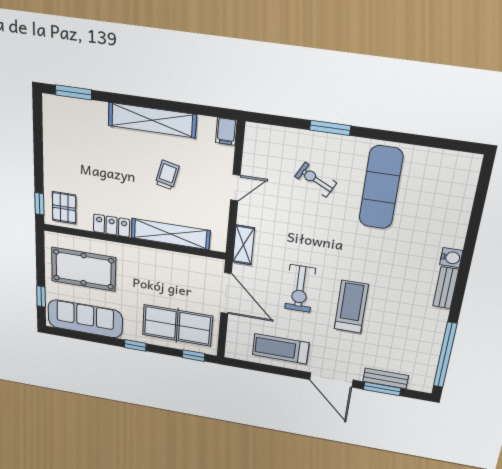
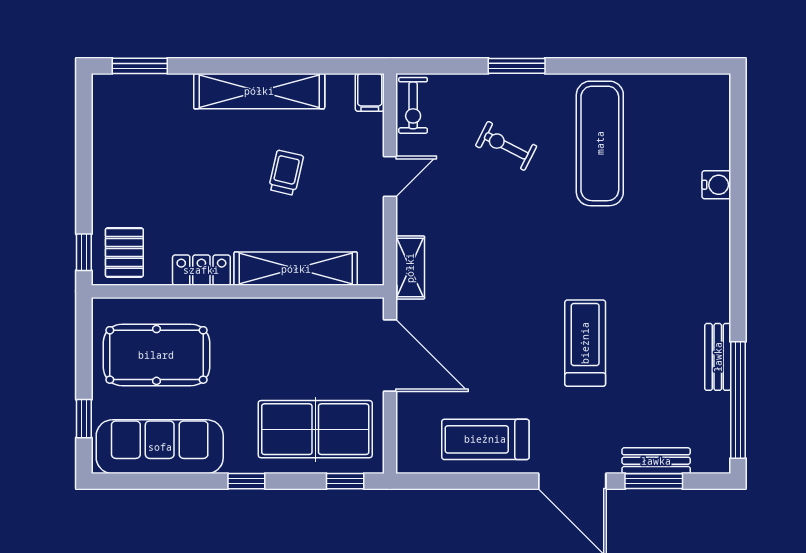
water cooler: (451, 258) -> (716, 185), moved
bench: (446, 288) -> (718, 357), moved
exercise bike: (300, 289) -> (413, 105), moved, width x0.73, depth x0.72

